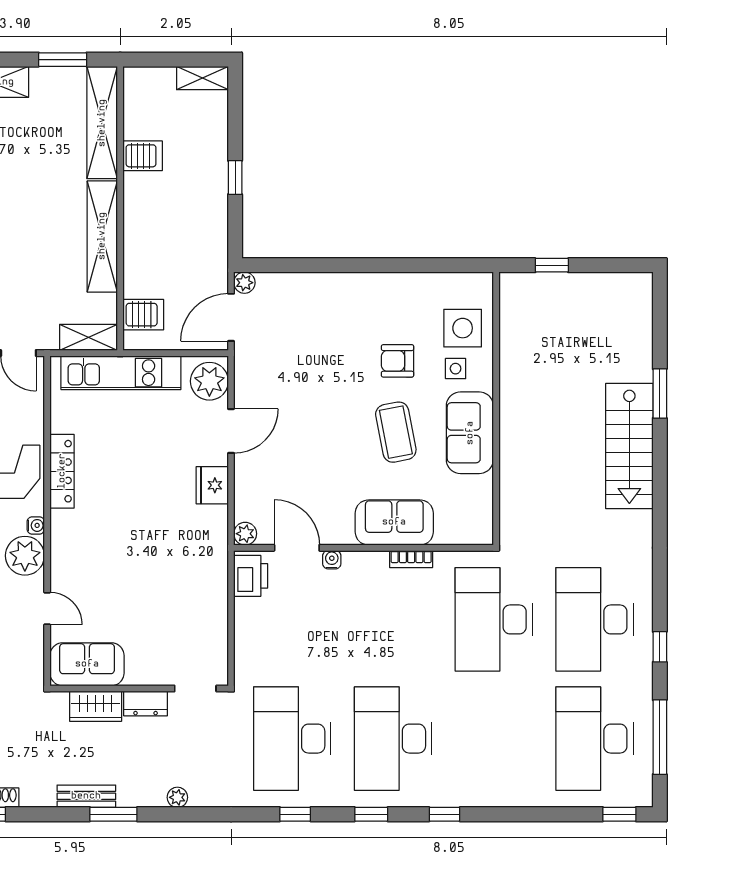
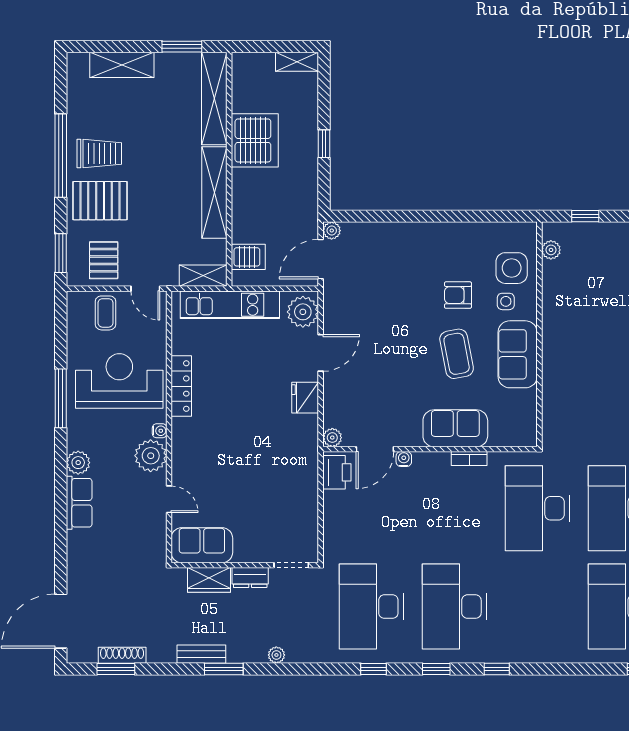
server rack: (143, 156) -> (255, 140), width x2.18, depth x1.44
plant: (510, 306) -> (551, 250), added
door: (297, 548) -> (375, 449), swing flipped

